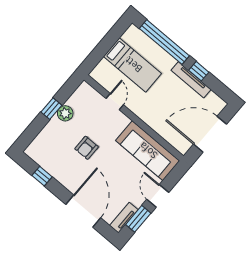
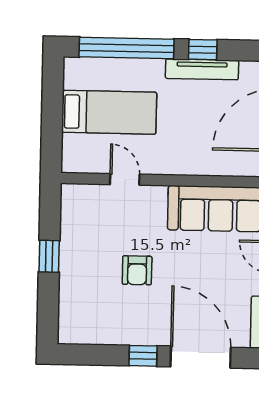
plant: (65, 113) -> (72, 248), removed
window: (42, 176) -> (143, 356), moved

